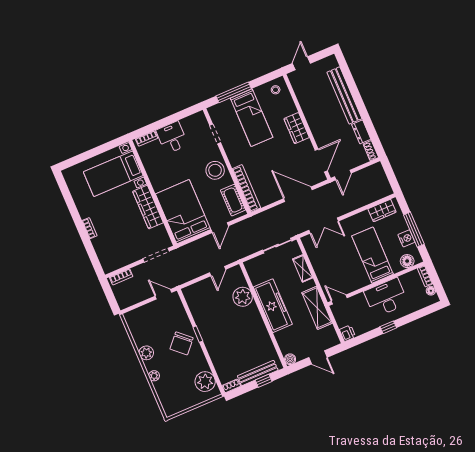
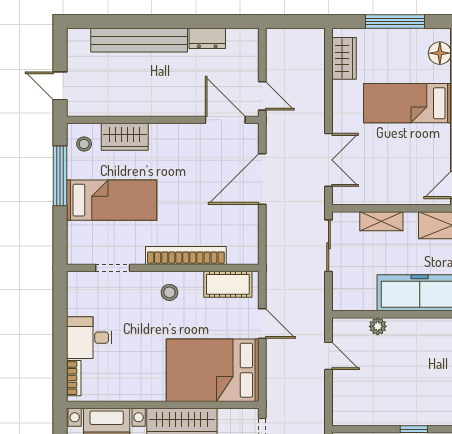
window: (234, 92) -> (60, 176), moved
wardrobe: (297, 128) -> (125, 137), moved
shoe rack: (371, 151) -> (243, 36), removed
stool: (215, 170) -> (169, 292), width x0.53, depth x0.53
bookcase: (246, 188) -> (186, 255), moved
nightstand: (406, 238) -> (404, 39), removed
plant: (243, 297) -> (378, 326), width x0.53, depth x0.53

